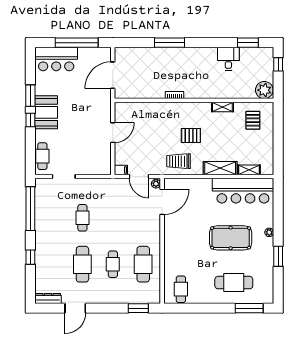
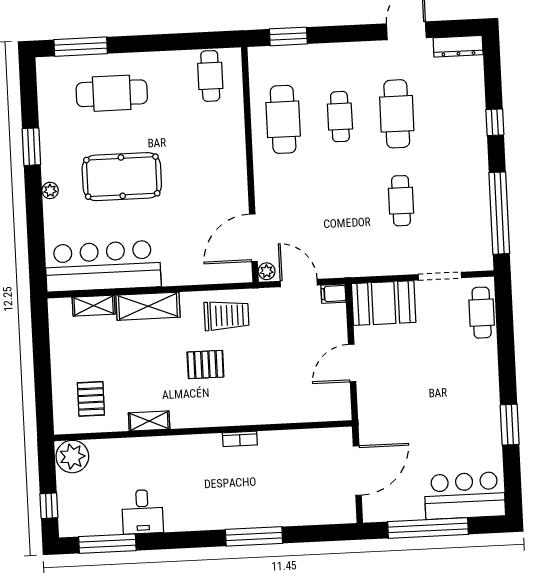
window: (248, 43) -> (107, 544), width x1.44
booth: (46, 112) -> (384, 303), moved, turned 90
window: (30, 120) -> (507, 379), removed

